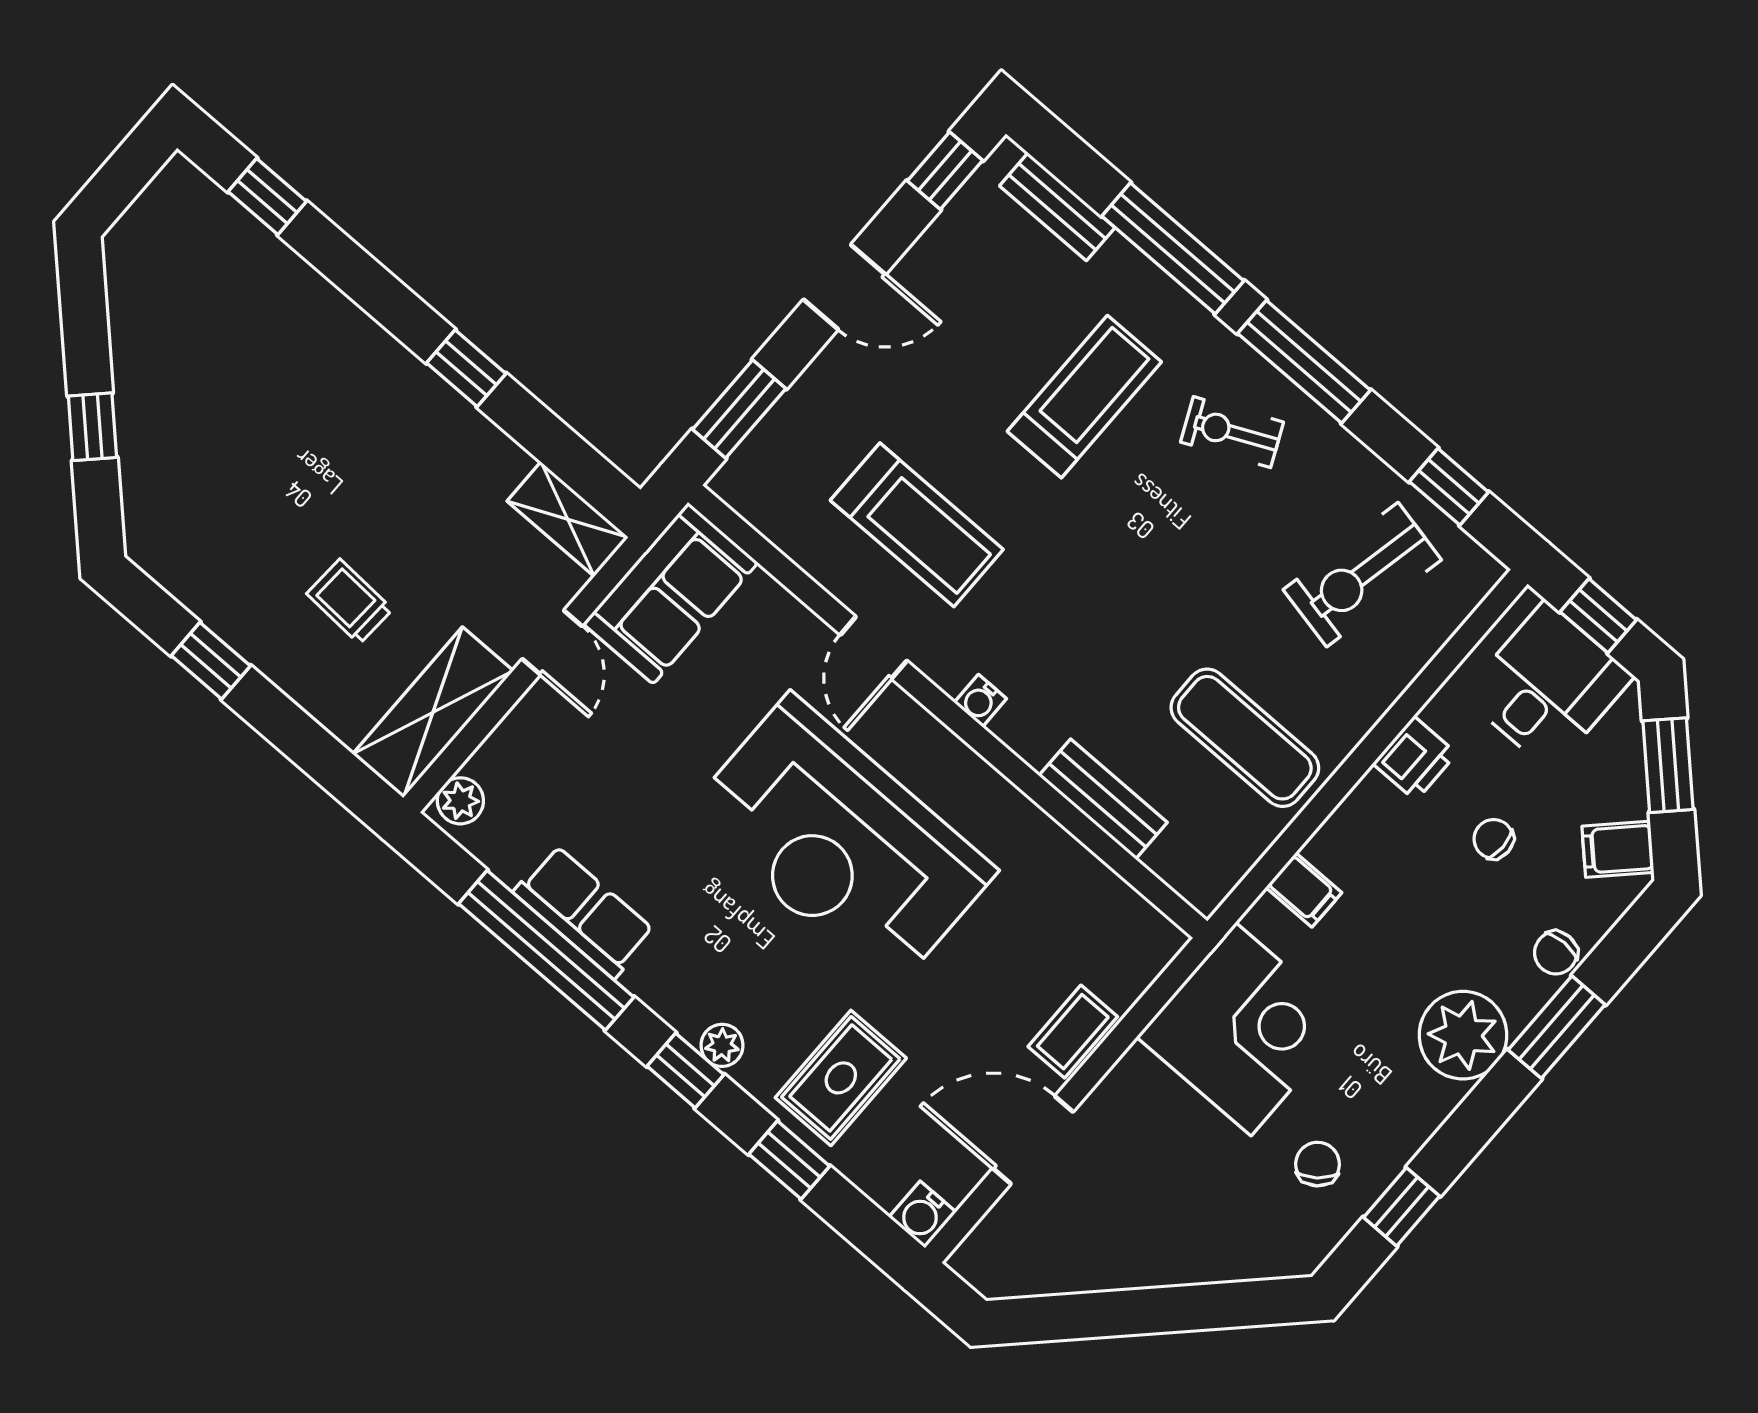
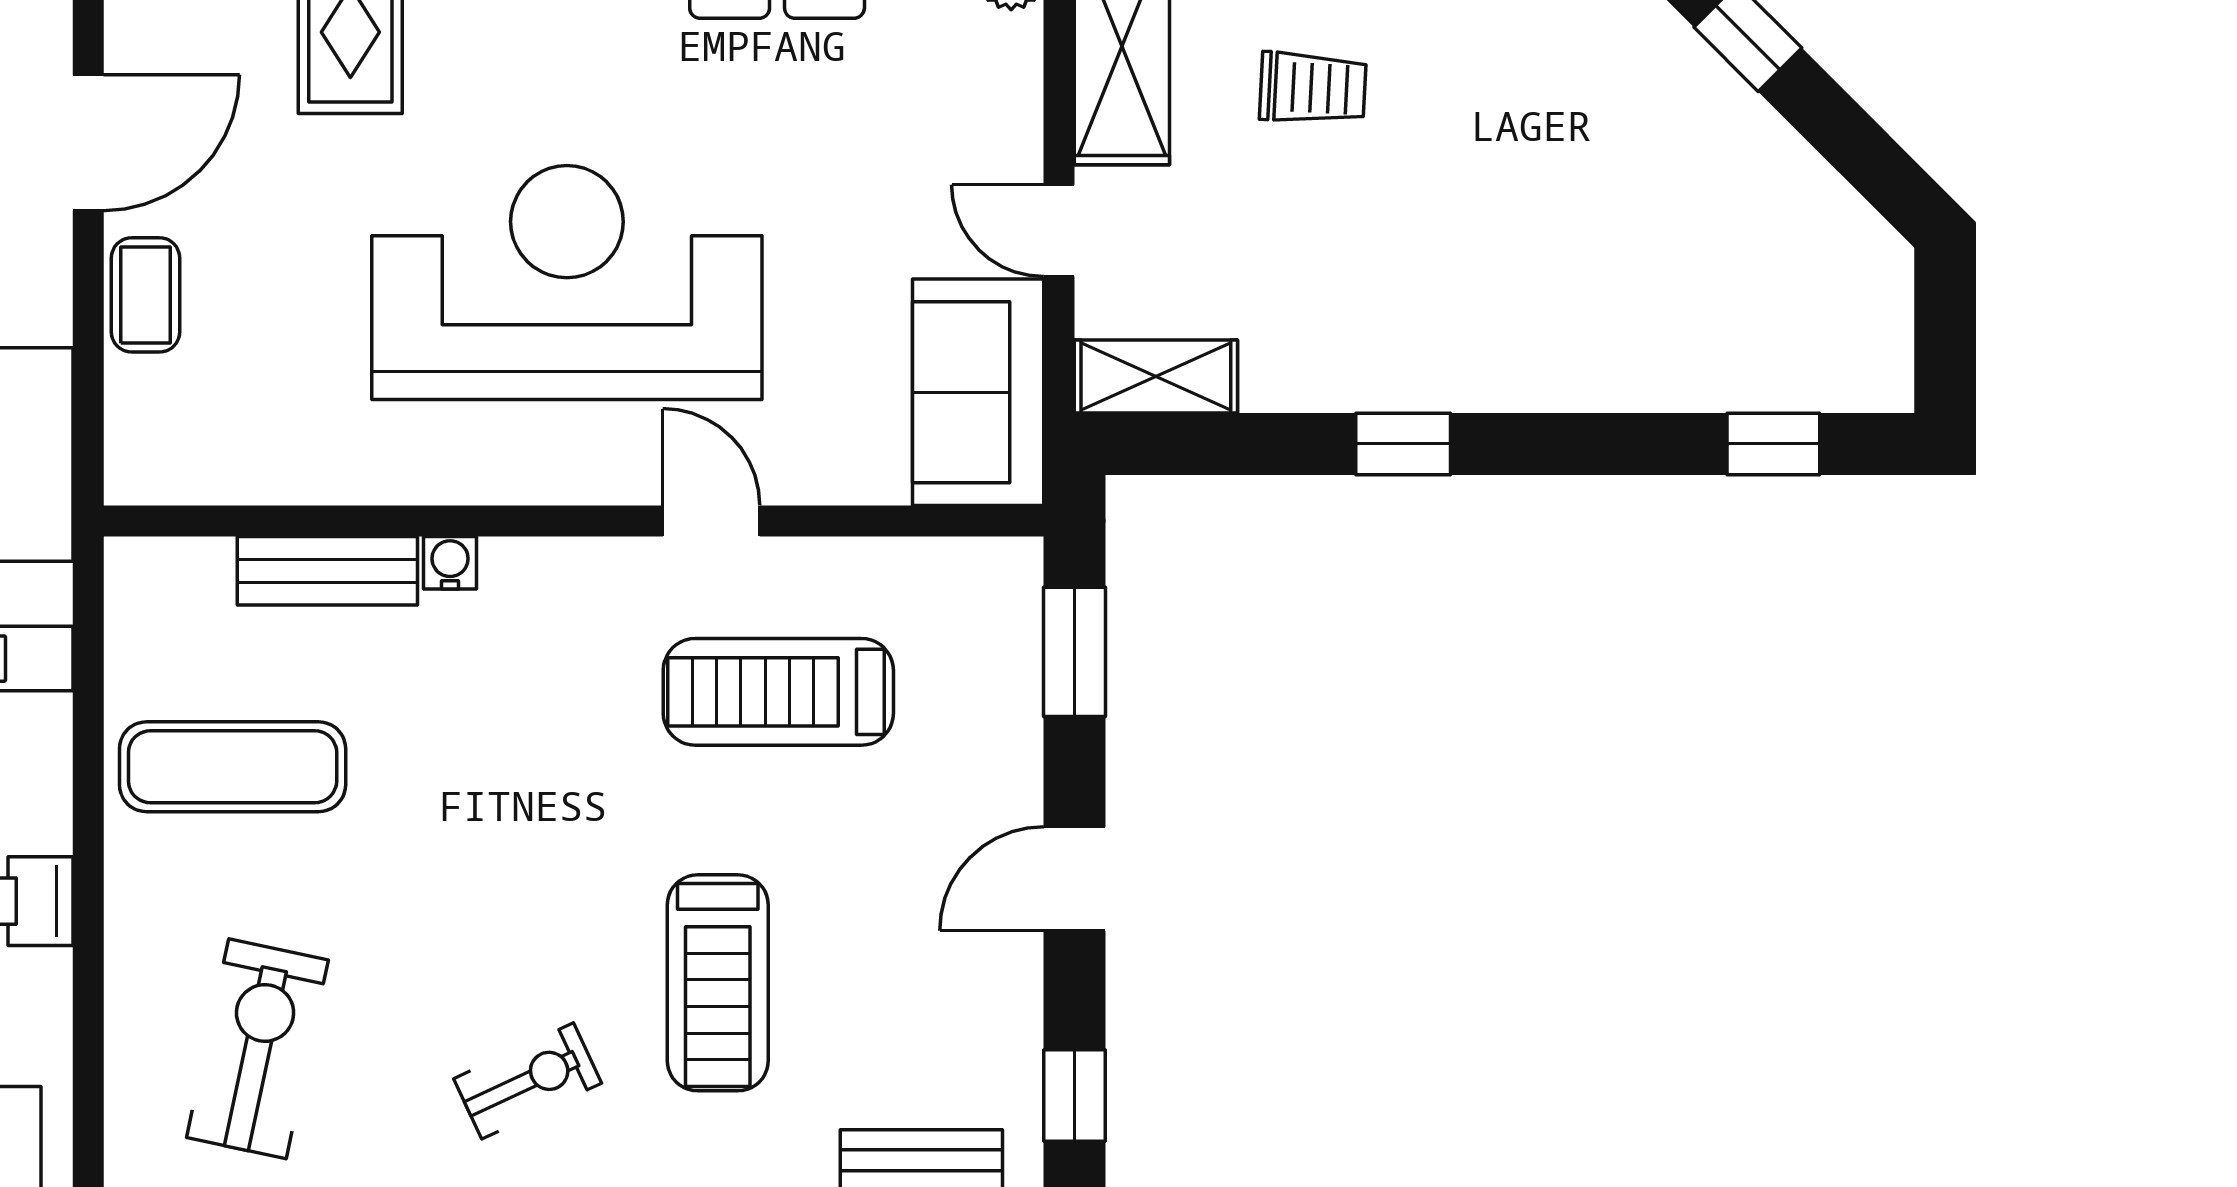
water cooler: (980, 701) -> (450, 563), moved

